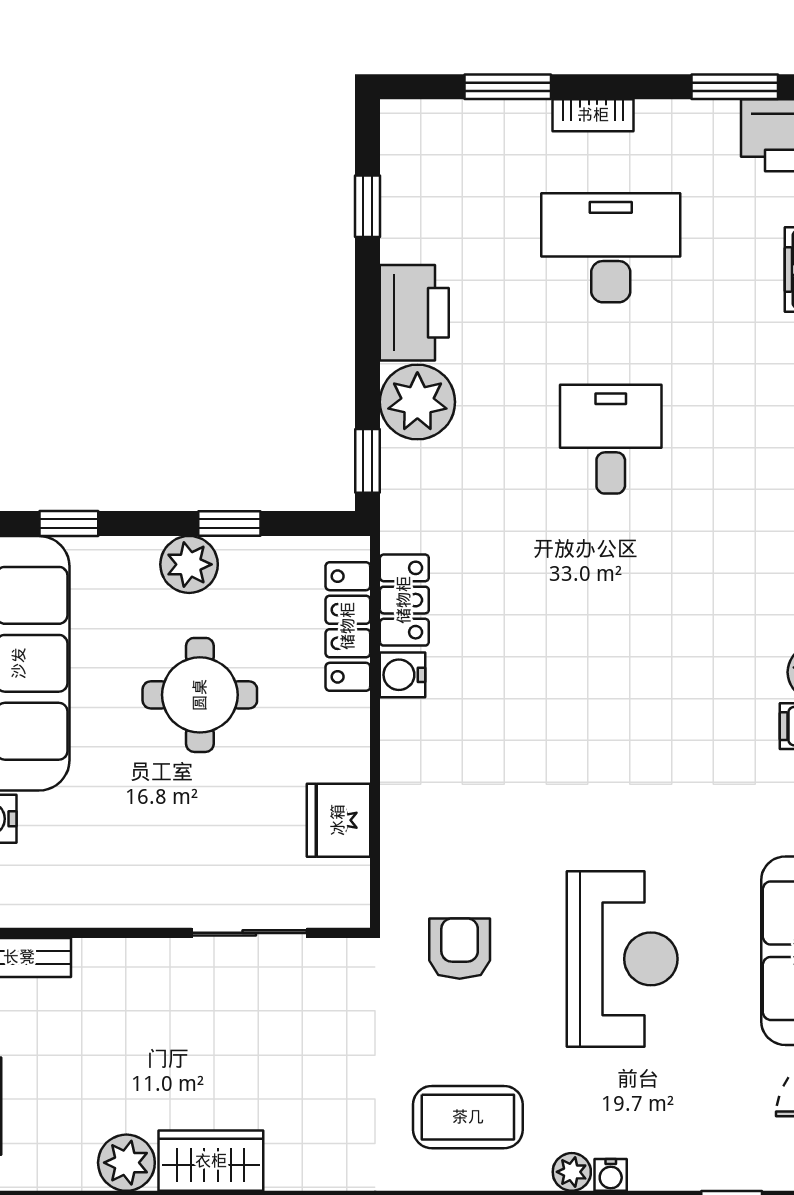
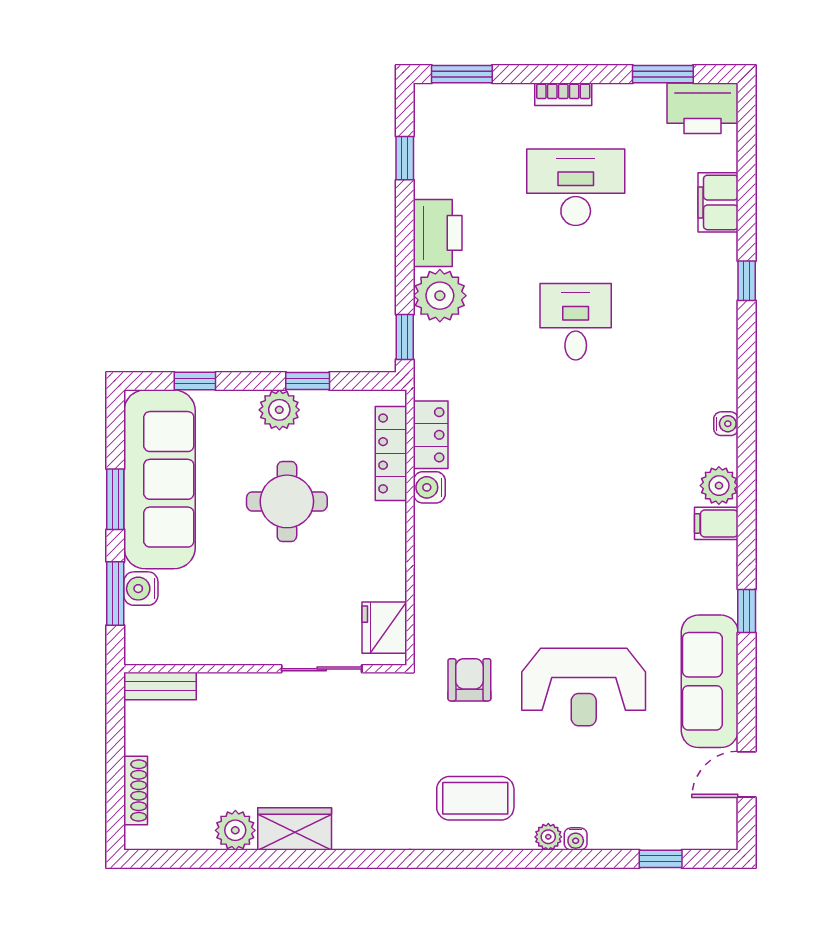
window: (508, 87) -> (462, 74), moved
fridge: (338, 820) -> (384, 628), moved
reception desk: (622, 959) -> (584, 687), turned 90

